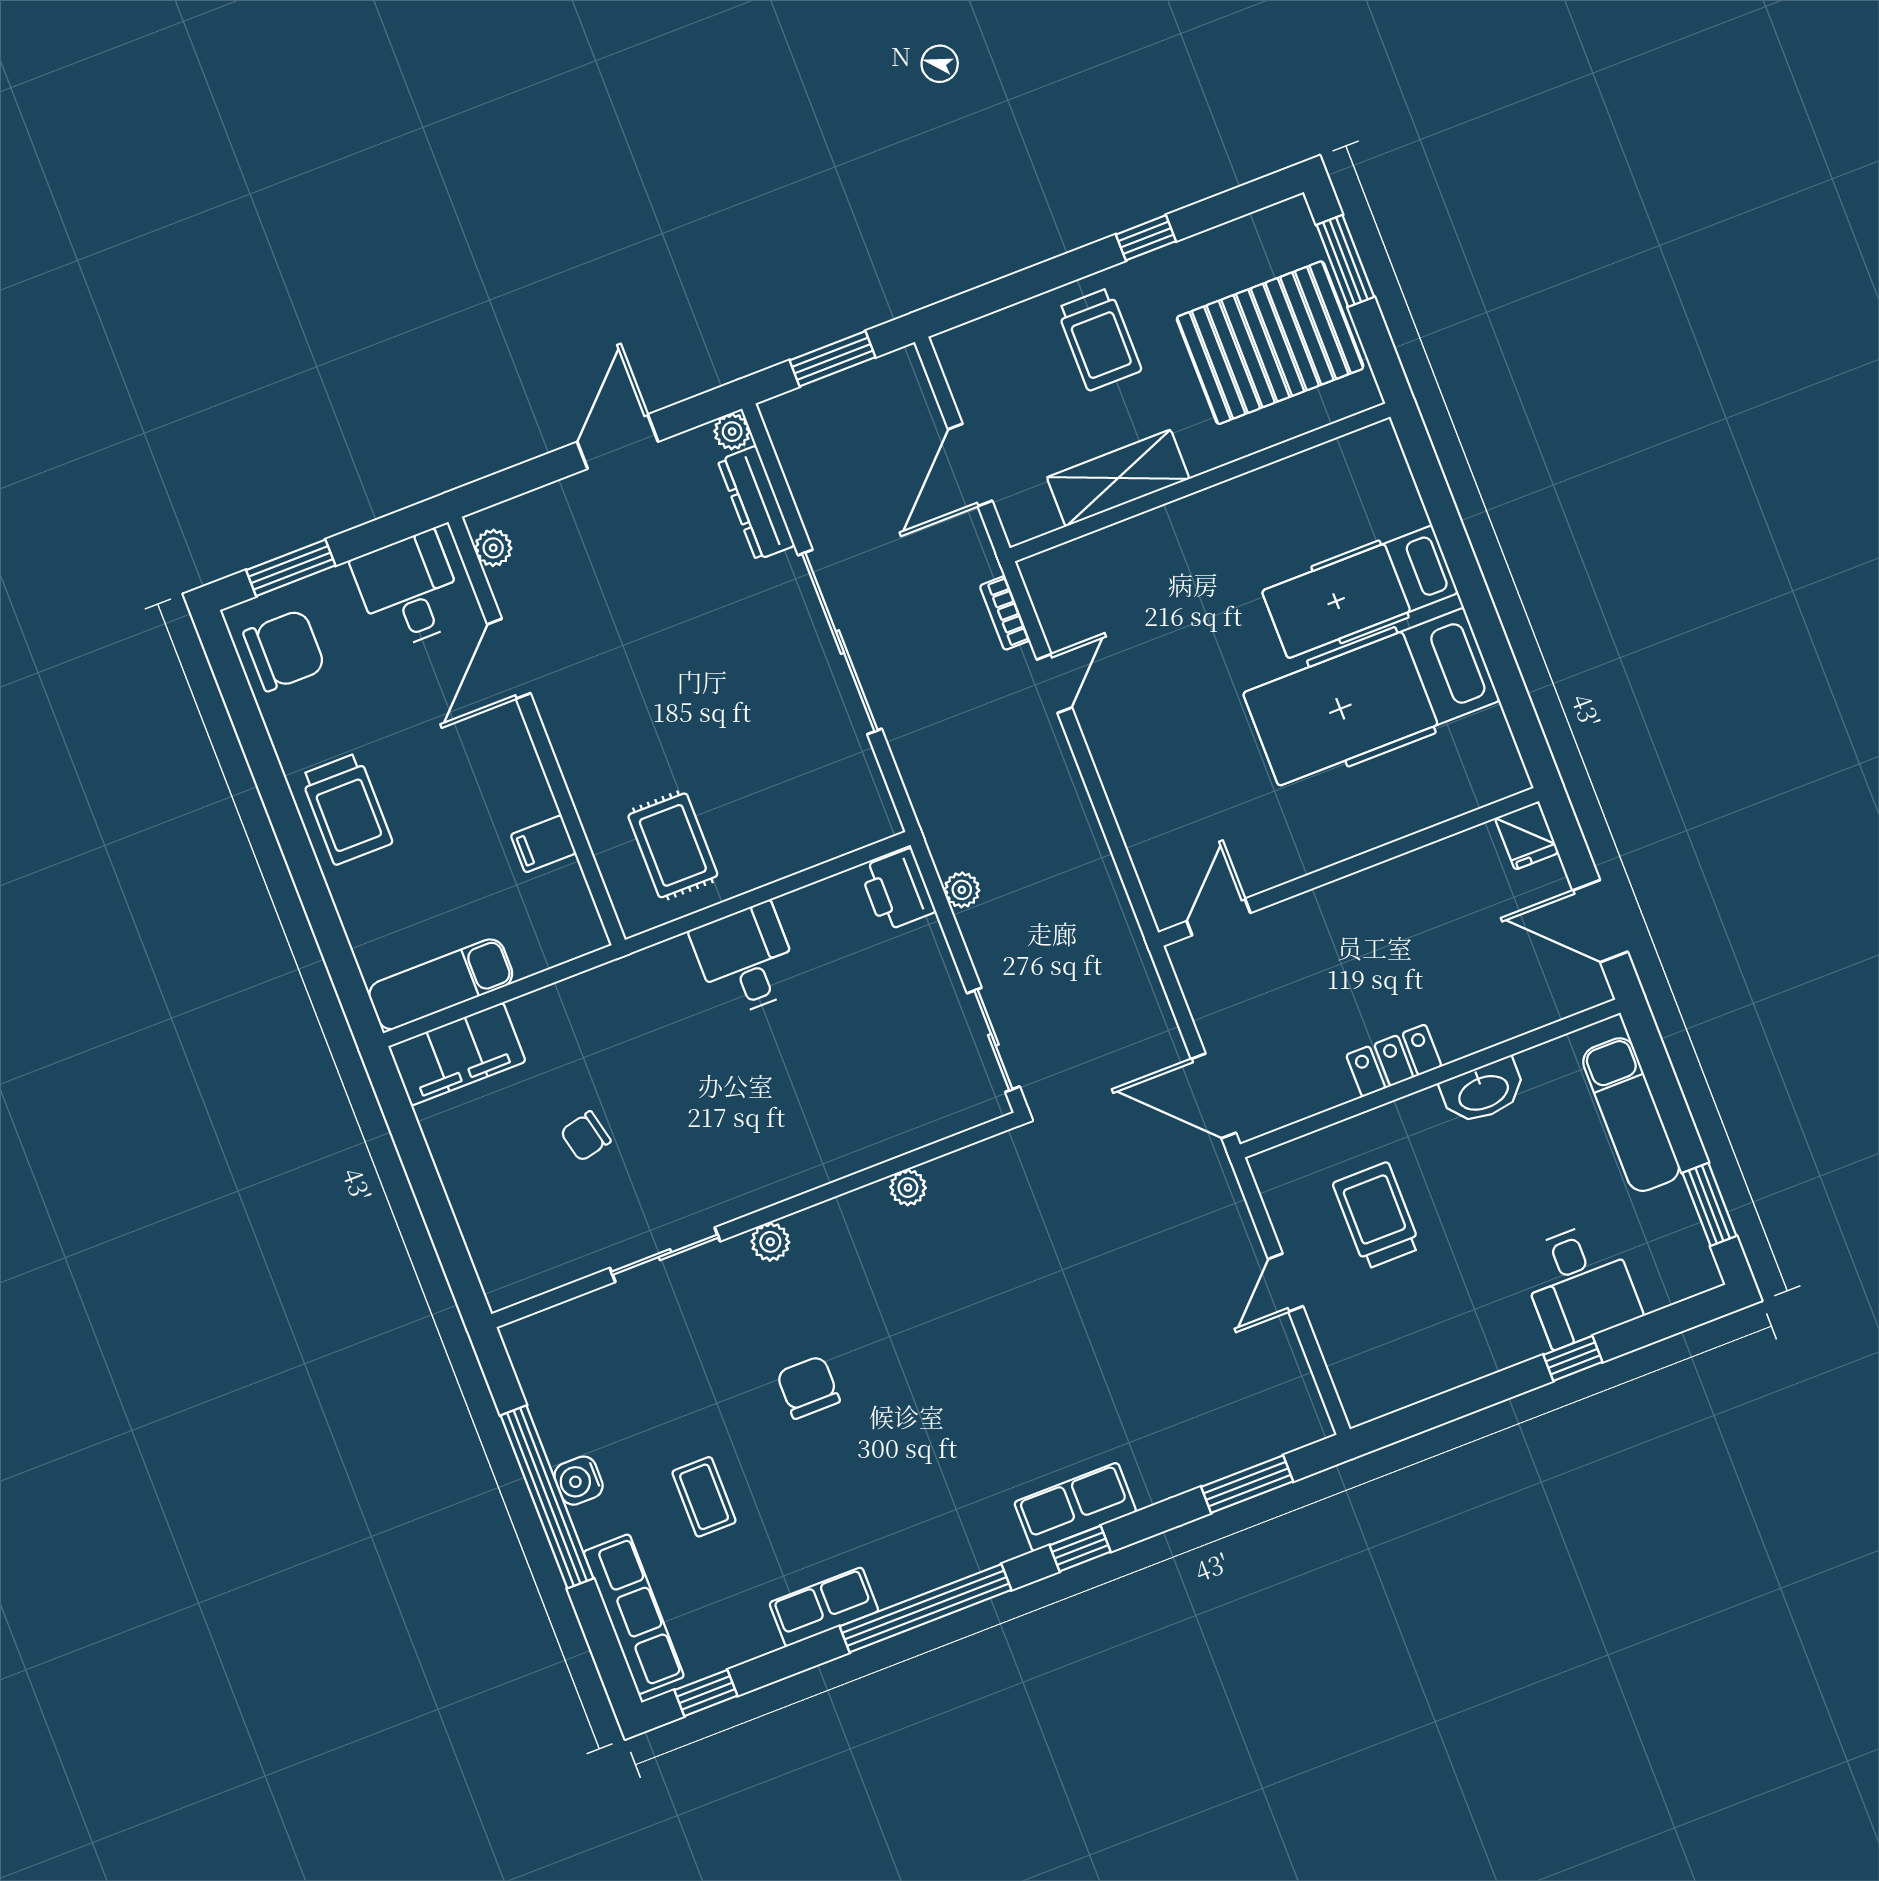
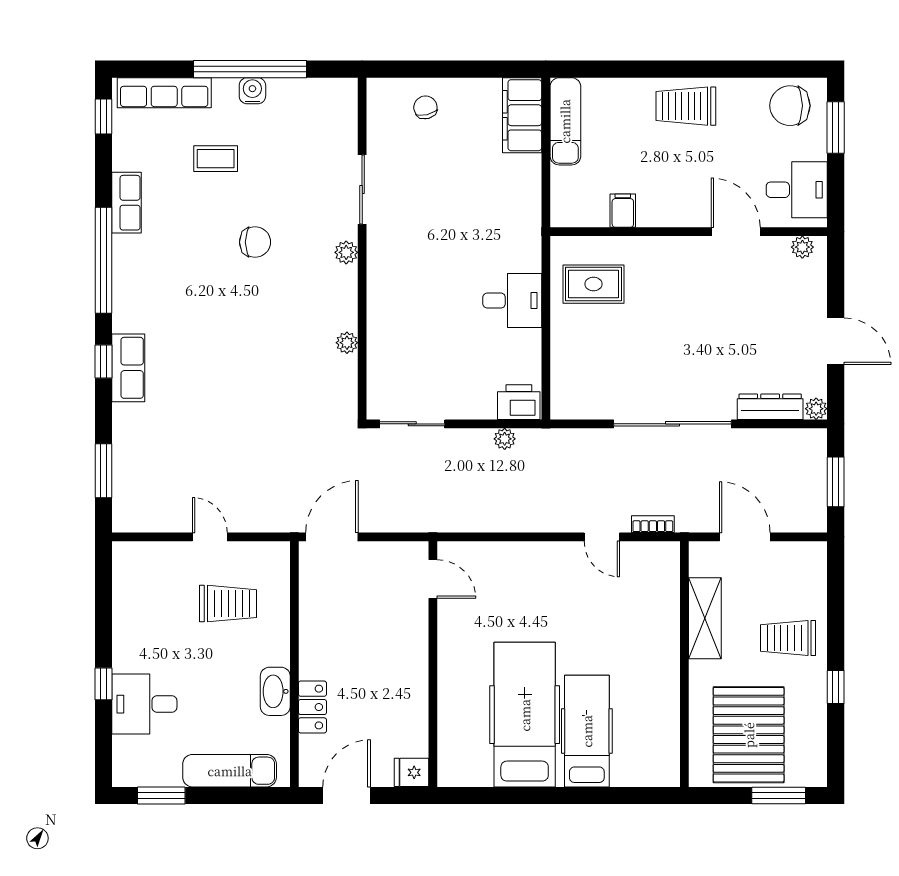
chair: (284, 650) -> (790, 106), turned 90
locker: (1394, 1061) -> (312, 707), moved
chair: (586, 1136) -> (425, 107), moved

